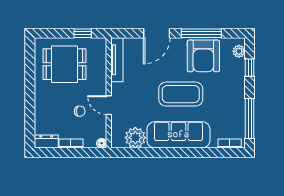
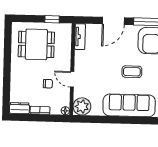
tv unit: (117, 60) -> (80, 37), width x0.71
coffee table: (181, 94) -> (132, 72), width x0.54, depth x0.58
plant: (135, 138) -> (82, 106), moved

